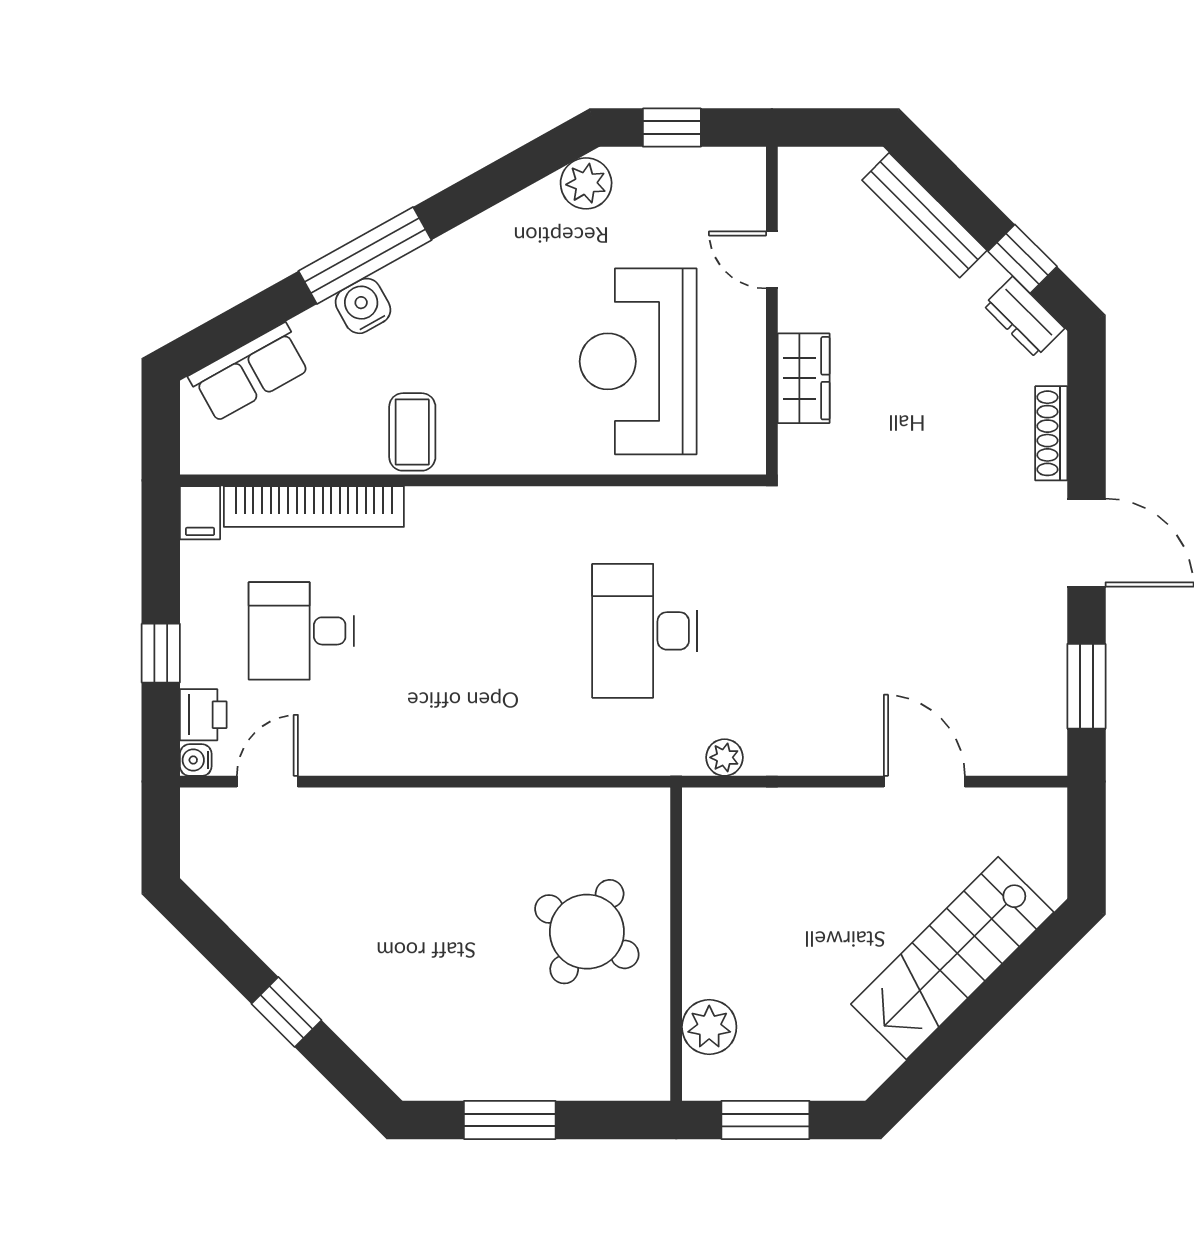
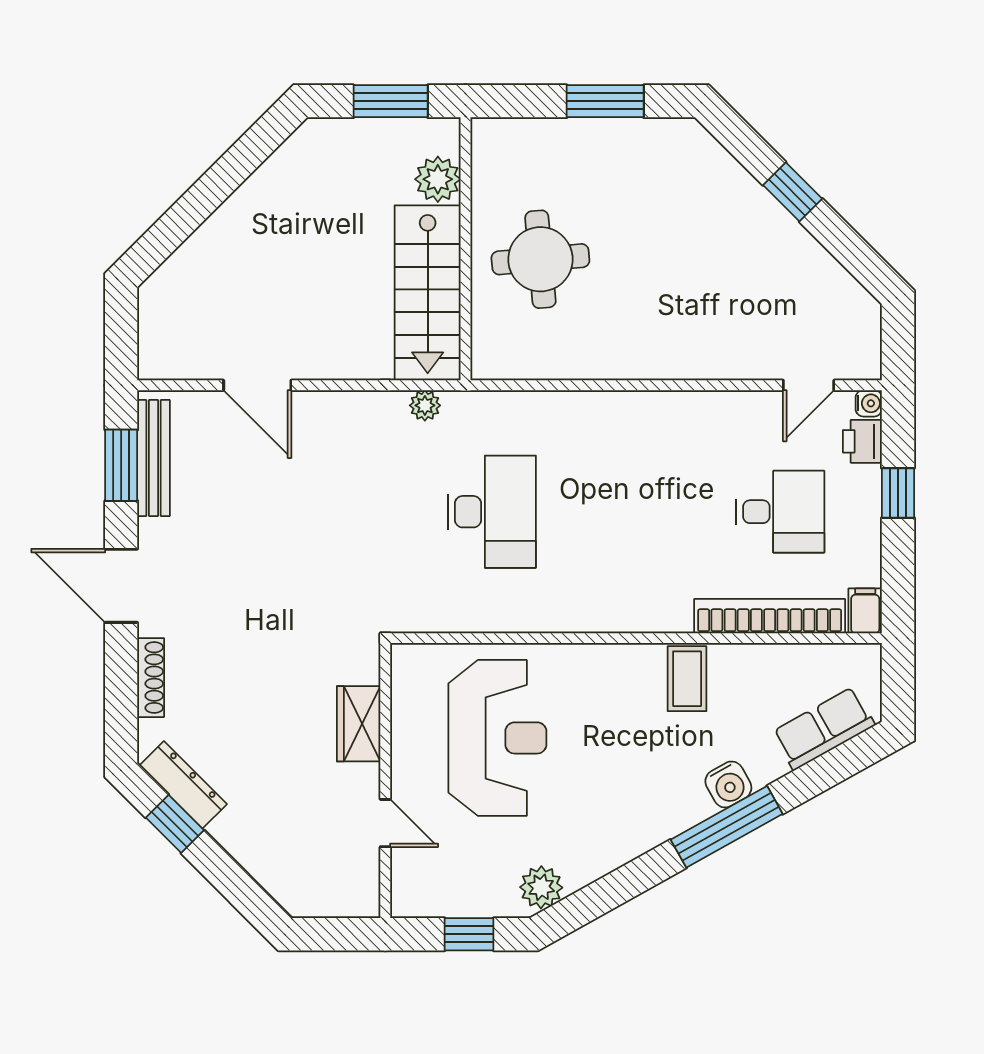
bench: (924, 215) -> (153, 458), moved, turned 45
dresser: (1024, 317) -> (183, 785), width x1.44
round table: (587, 932) -> (540, 259), turned -36
stairs: (952, 958) -> (428, 293), moved, turned 135

